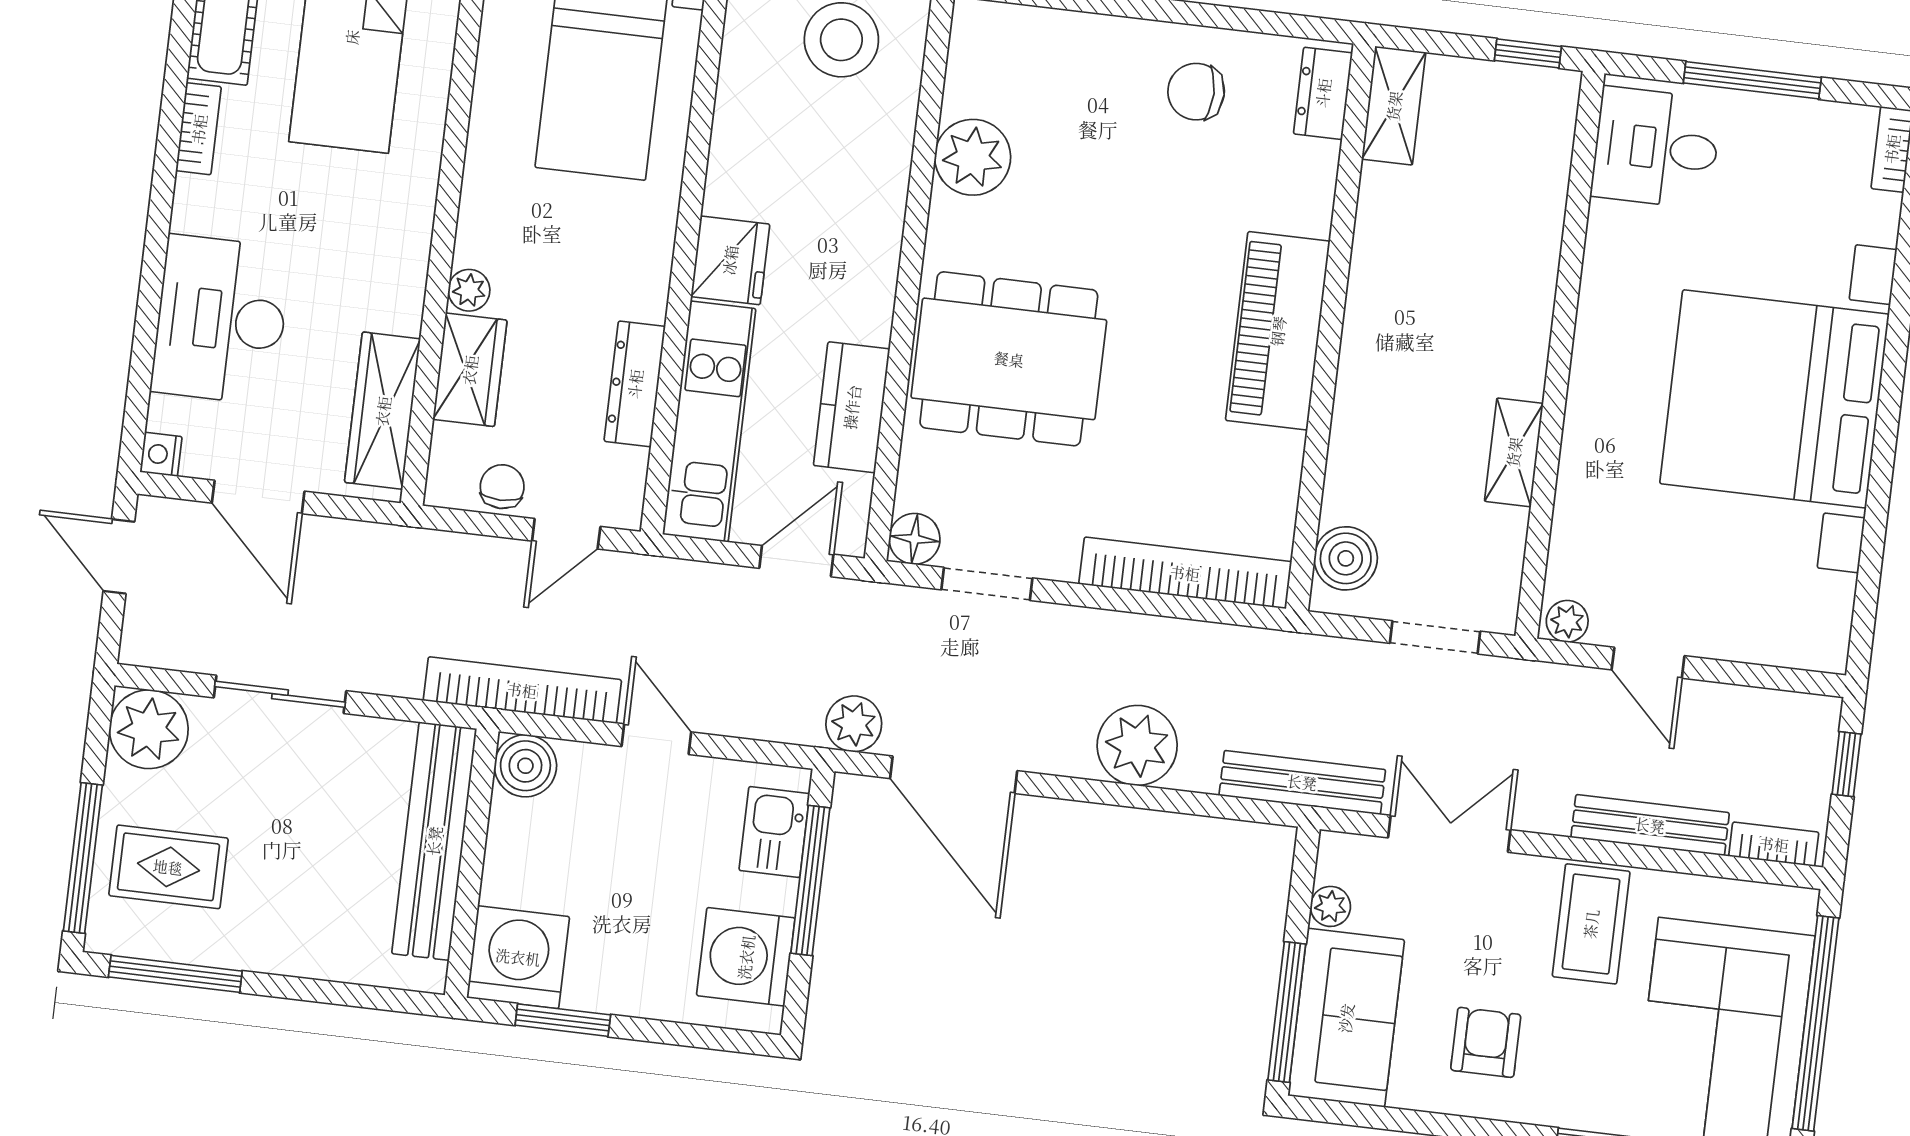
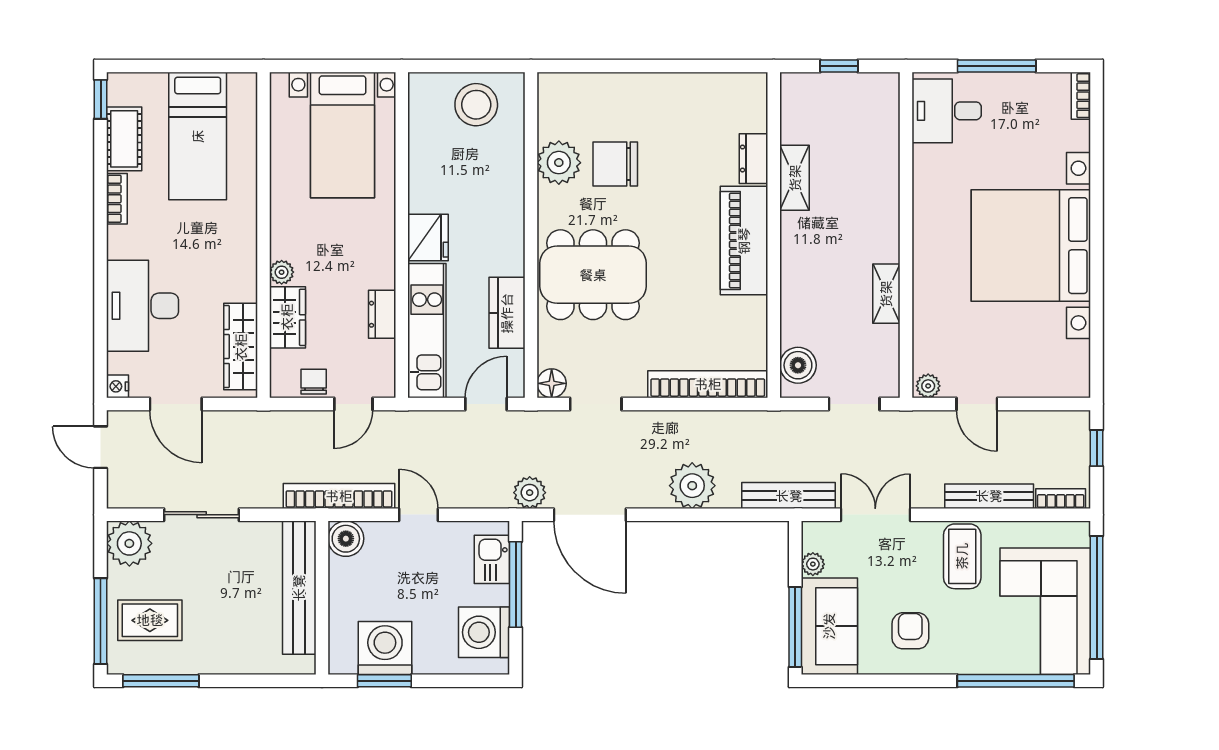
window: (1528, 53) -> (839, 66), moved
chair: (1196, 92) -> (615, 164), moved, width x1.37, depth x1.37
dresser: (1323, 93) -> (754, 159), moved
shelving: (1394, 106) -> (795, 178), moved
dresser: (635, 384) -> (382, 314), width x0.70
washing machine: (518, 957) -> (385, 648), moved

